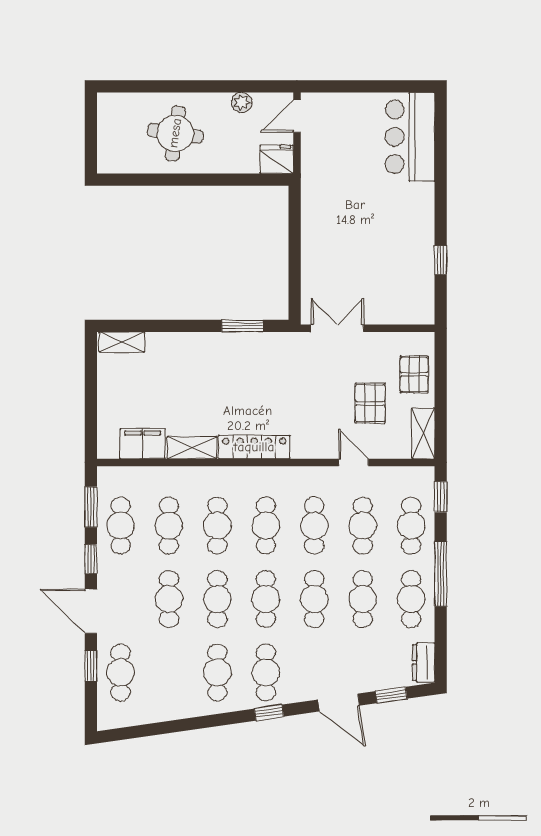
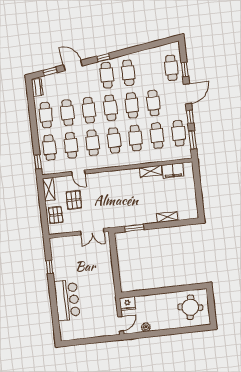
round table: (175, 133) -> (190, 307), moved
bar counter: (410, 137) -> (67, 300), moved
shelving: (122, 342) -> (167, 217), moved
locker: (254, 447) -> (123, 175), removed
window: (441, 574) -> (34, 128), removed
door: (91, 611) -> (187, 94), hinge flipped

